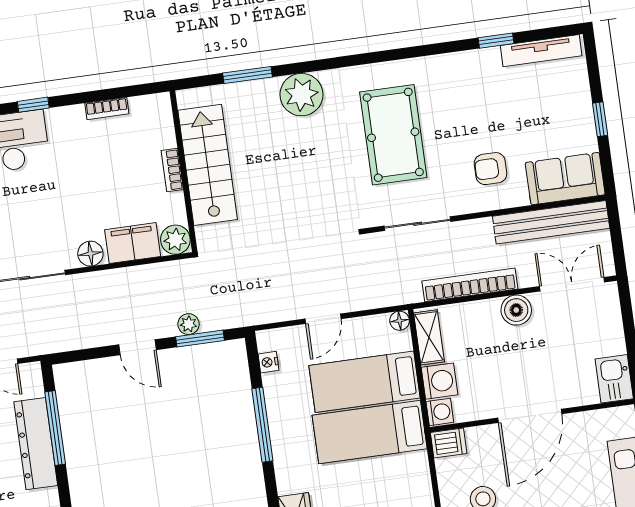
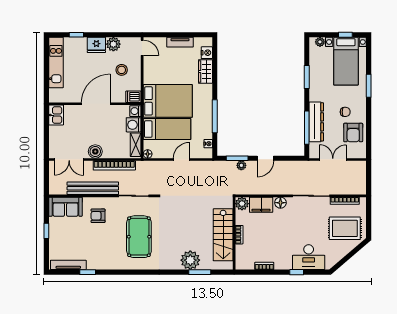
plant: (301, 95) -> (190, 260), moved
armchair: (490, 169) -> (98, 216), turned 180
bench: (551, 222) -> (93, 188), moved
door: (137, 347) -> (265, 158), swing flipped
bed: (370, 432) -> (168, 101), width x1.50

